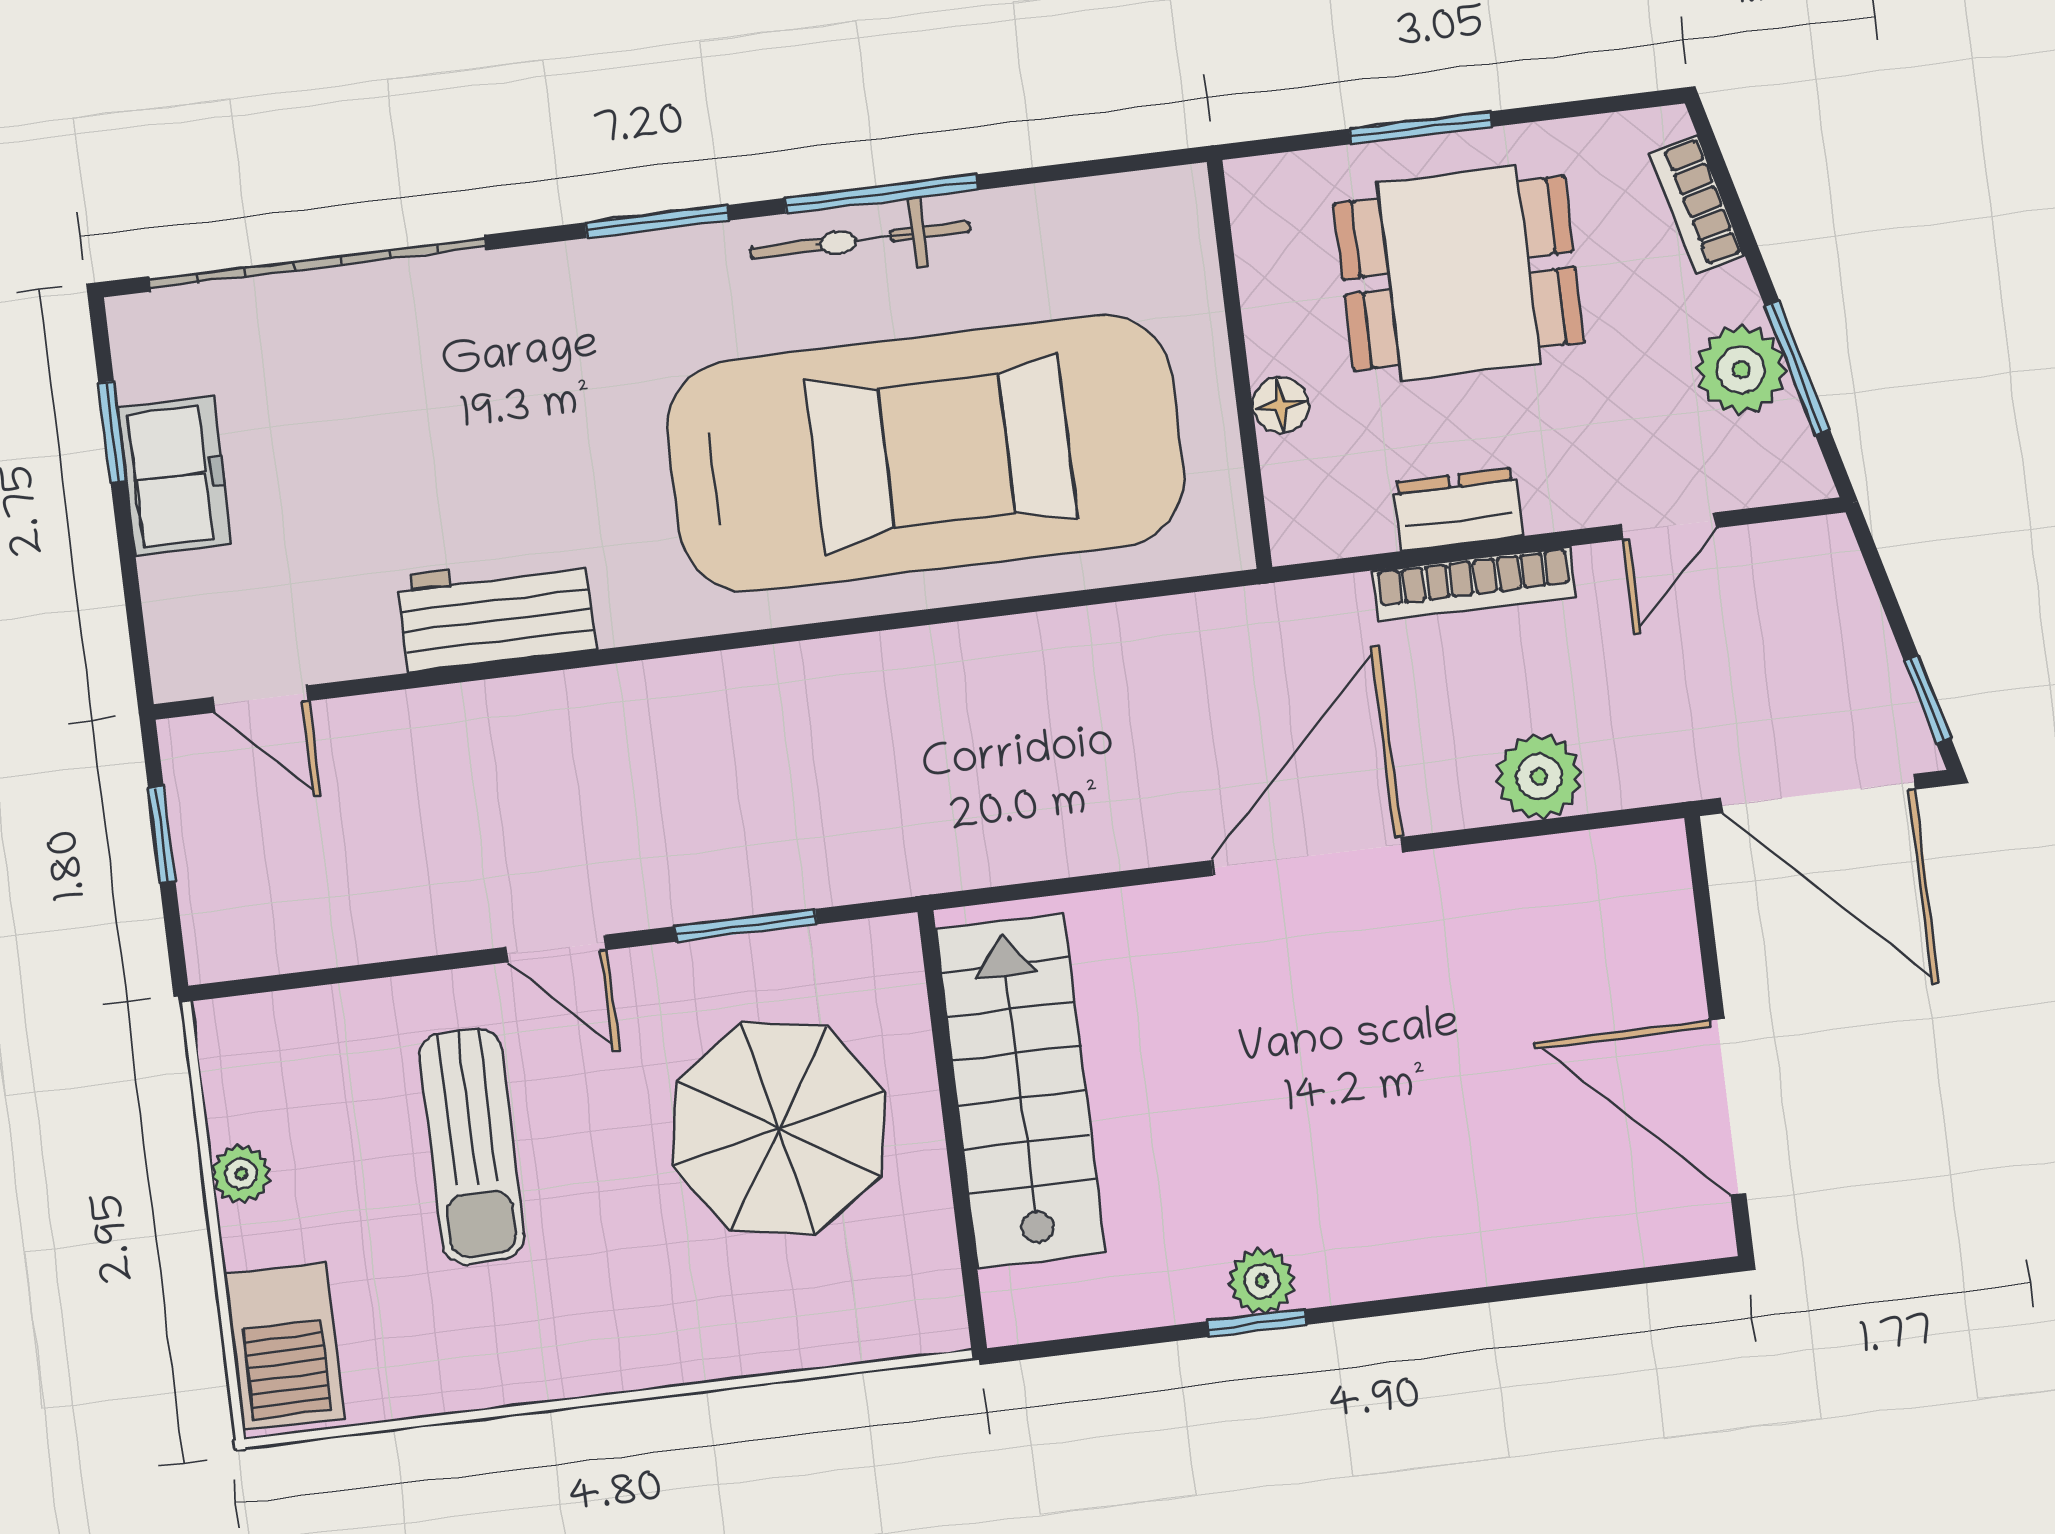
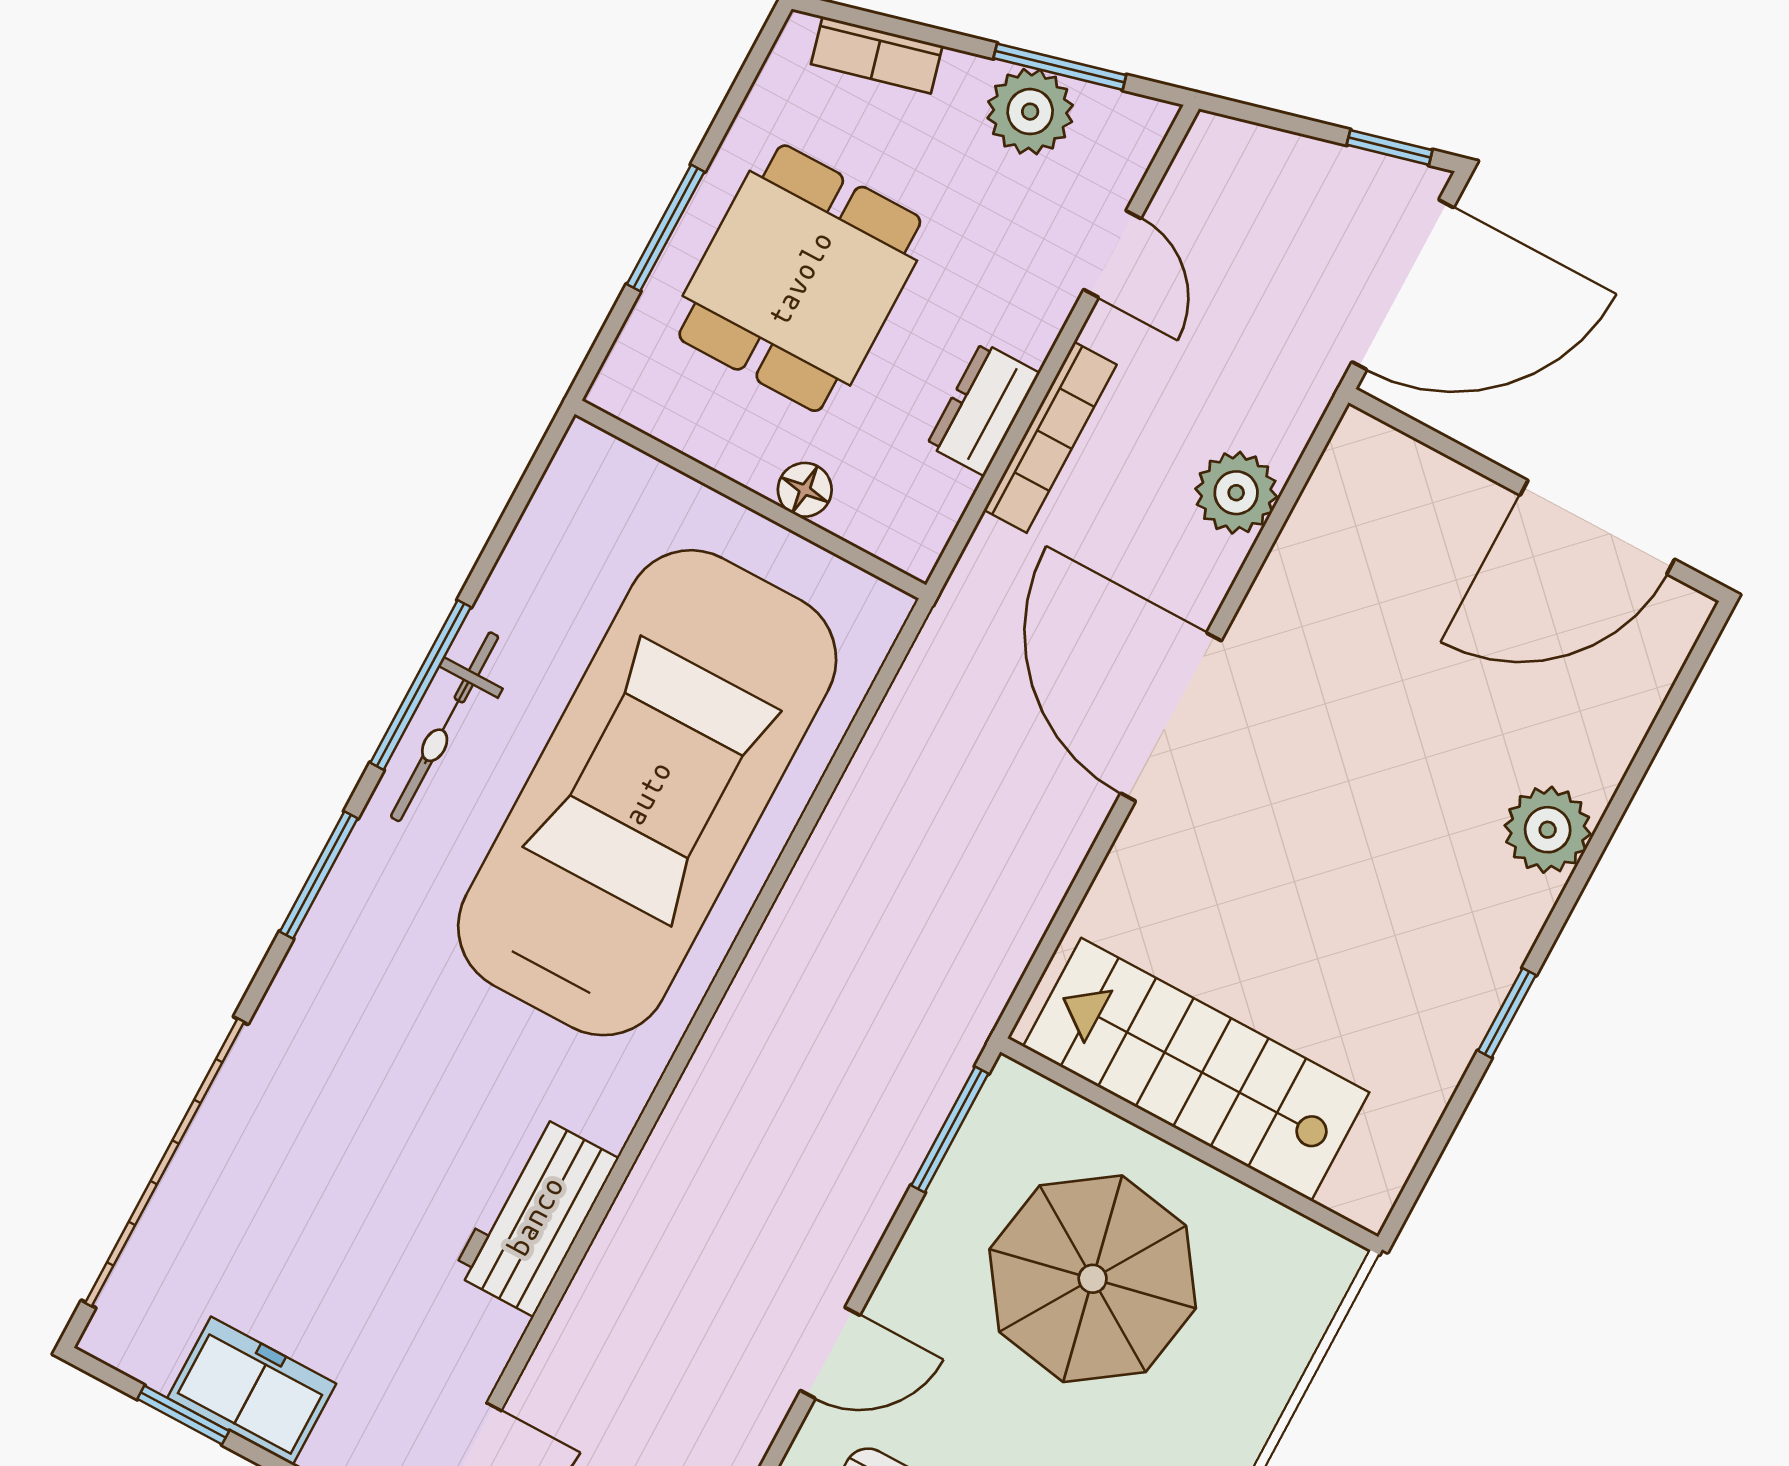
window: (746, 925) -> (950, 1130), moved
plant: (1262, 1281) -> (1548, 830), moved, width x1.38, depth x1.38

